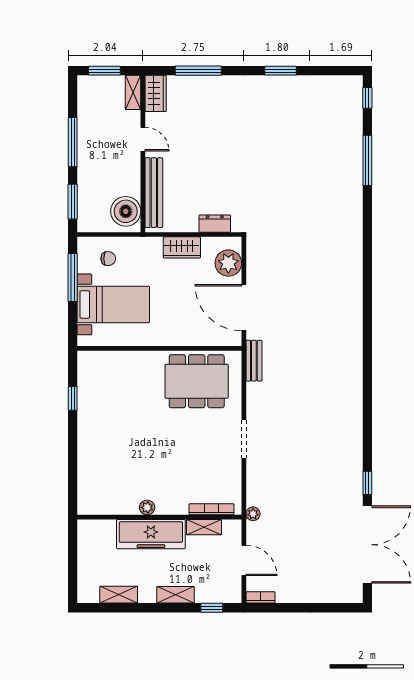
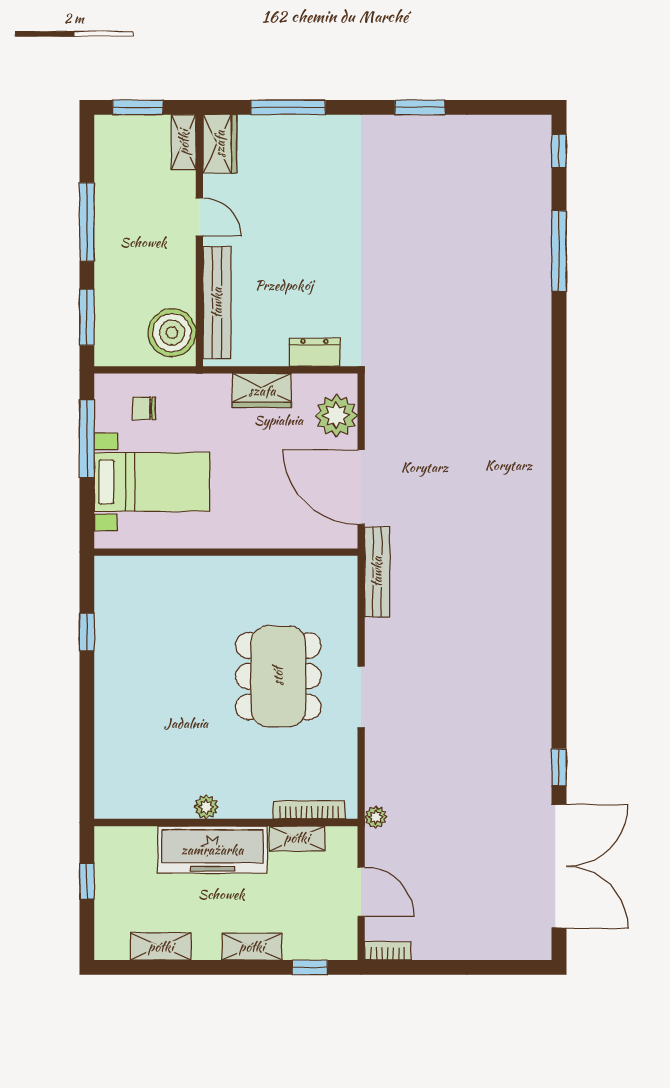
chair: (108, 259) -> (144, 408), turned 180
bench: (254, 361) -> (377, 572), width x1.36
dining table: (197, 381) -> (278, 676), moved, turned 90
window: (73, 554) -> (87, 881), added

